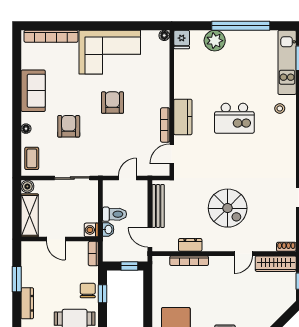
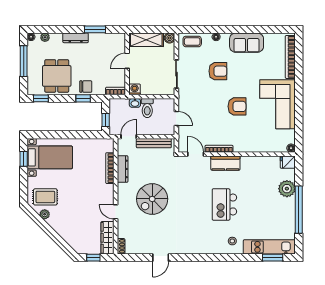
dresser: (190, 245) -> (123, 169), width x1.44

